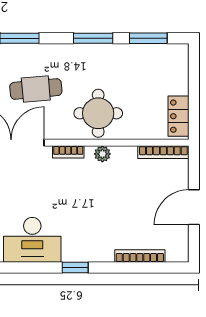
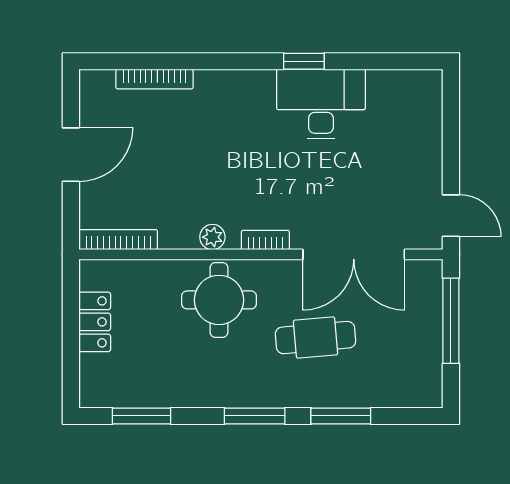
window: (93, 38) -> (255, 416), moved
locker: (178, 116) -> (95, 322), moved
window: (75, 267) -> (304, 61), moved

